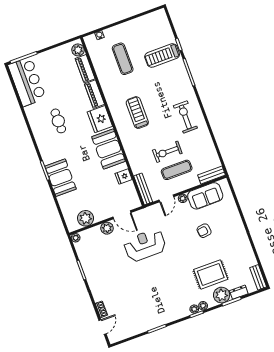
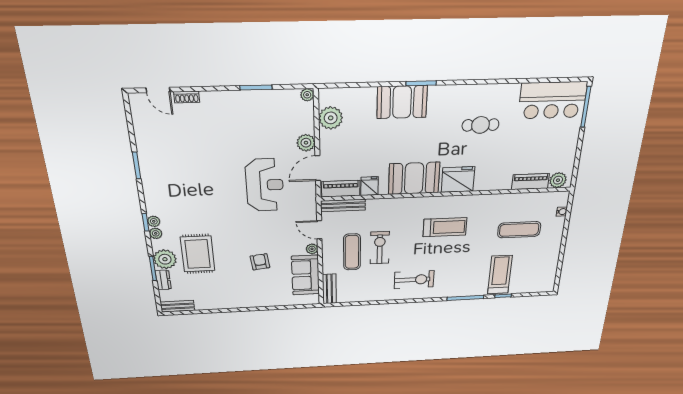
piano: (94, 94) -> (341, 189), moved

